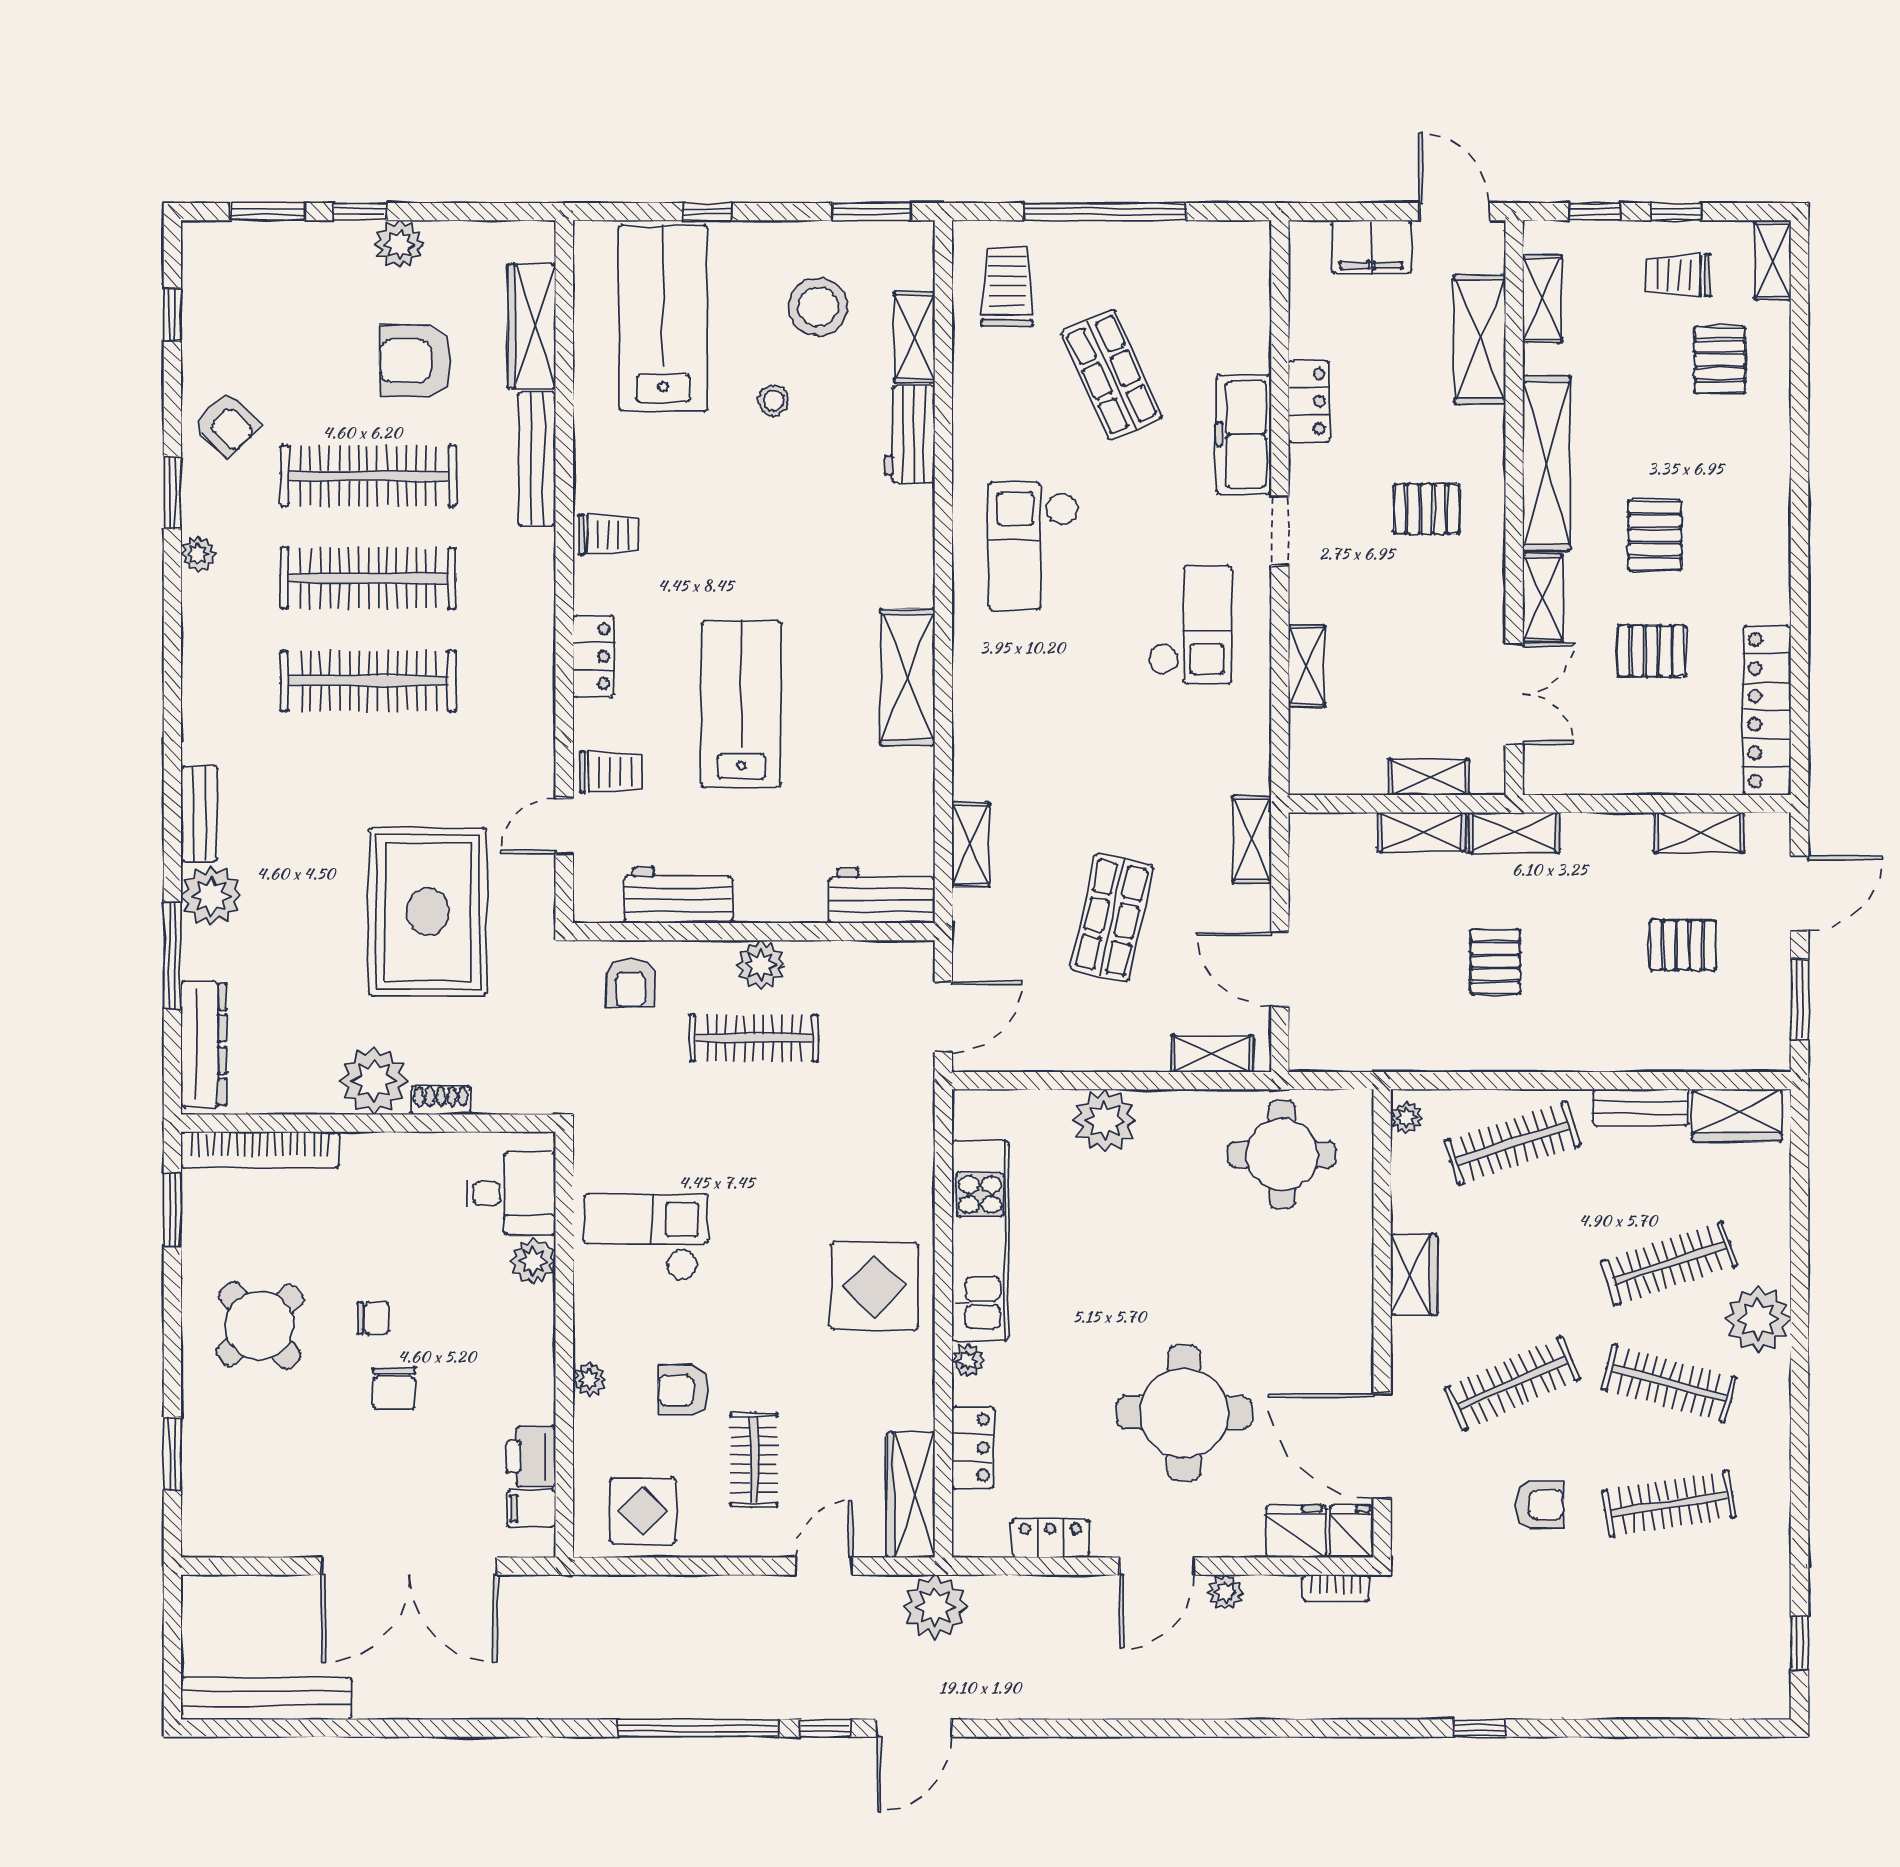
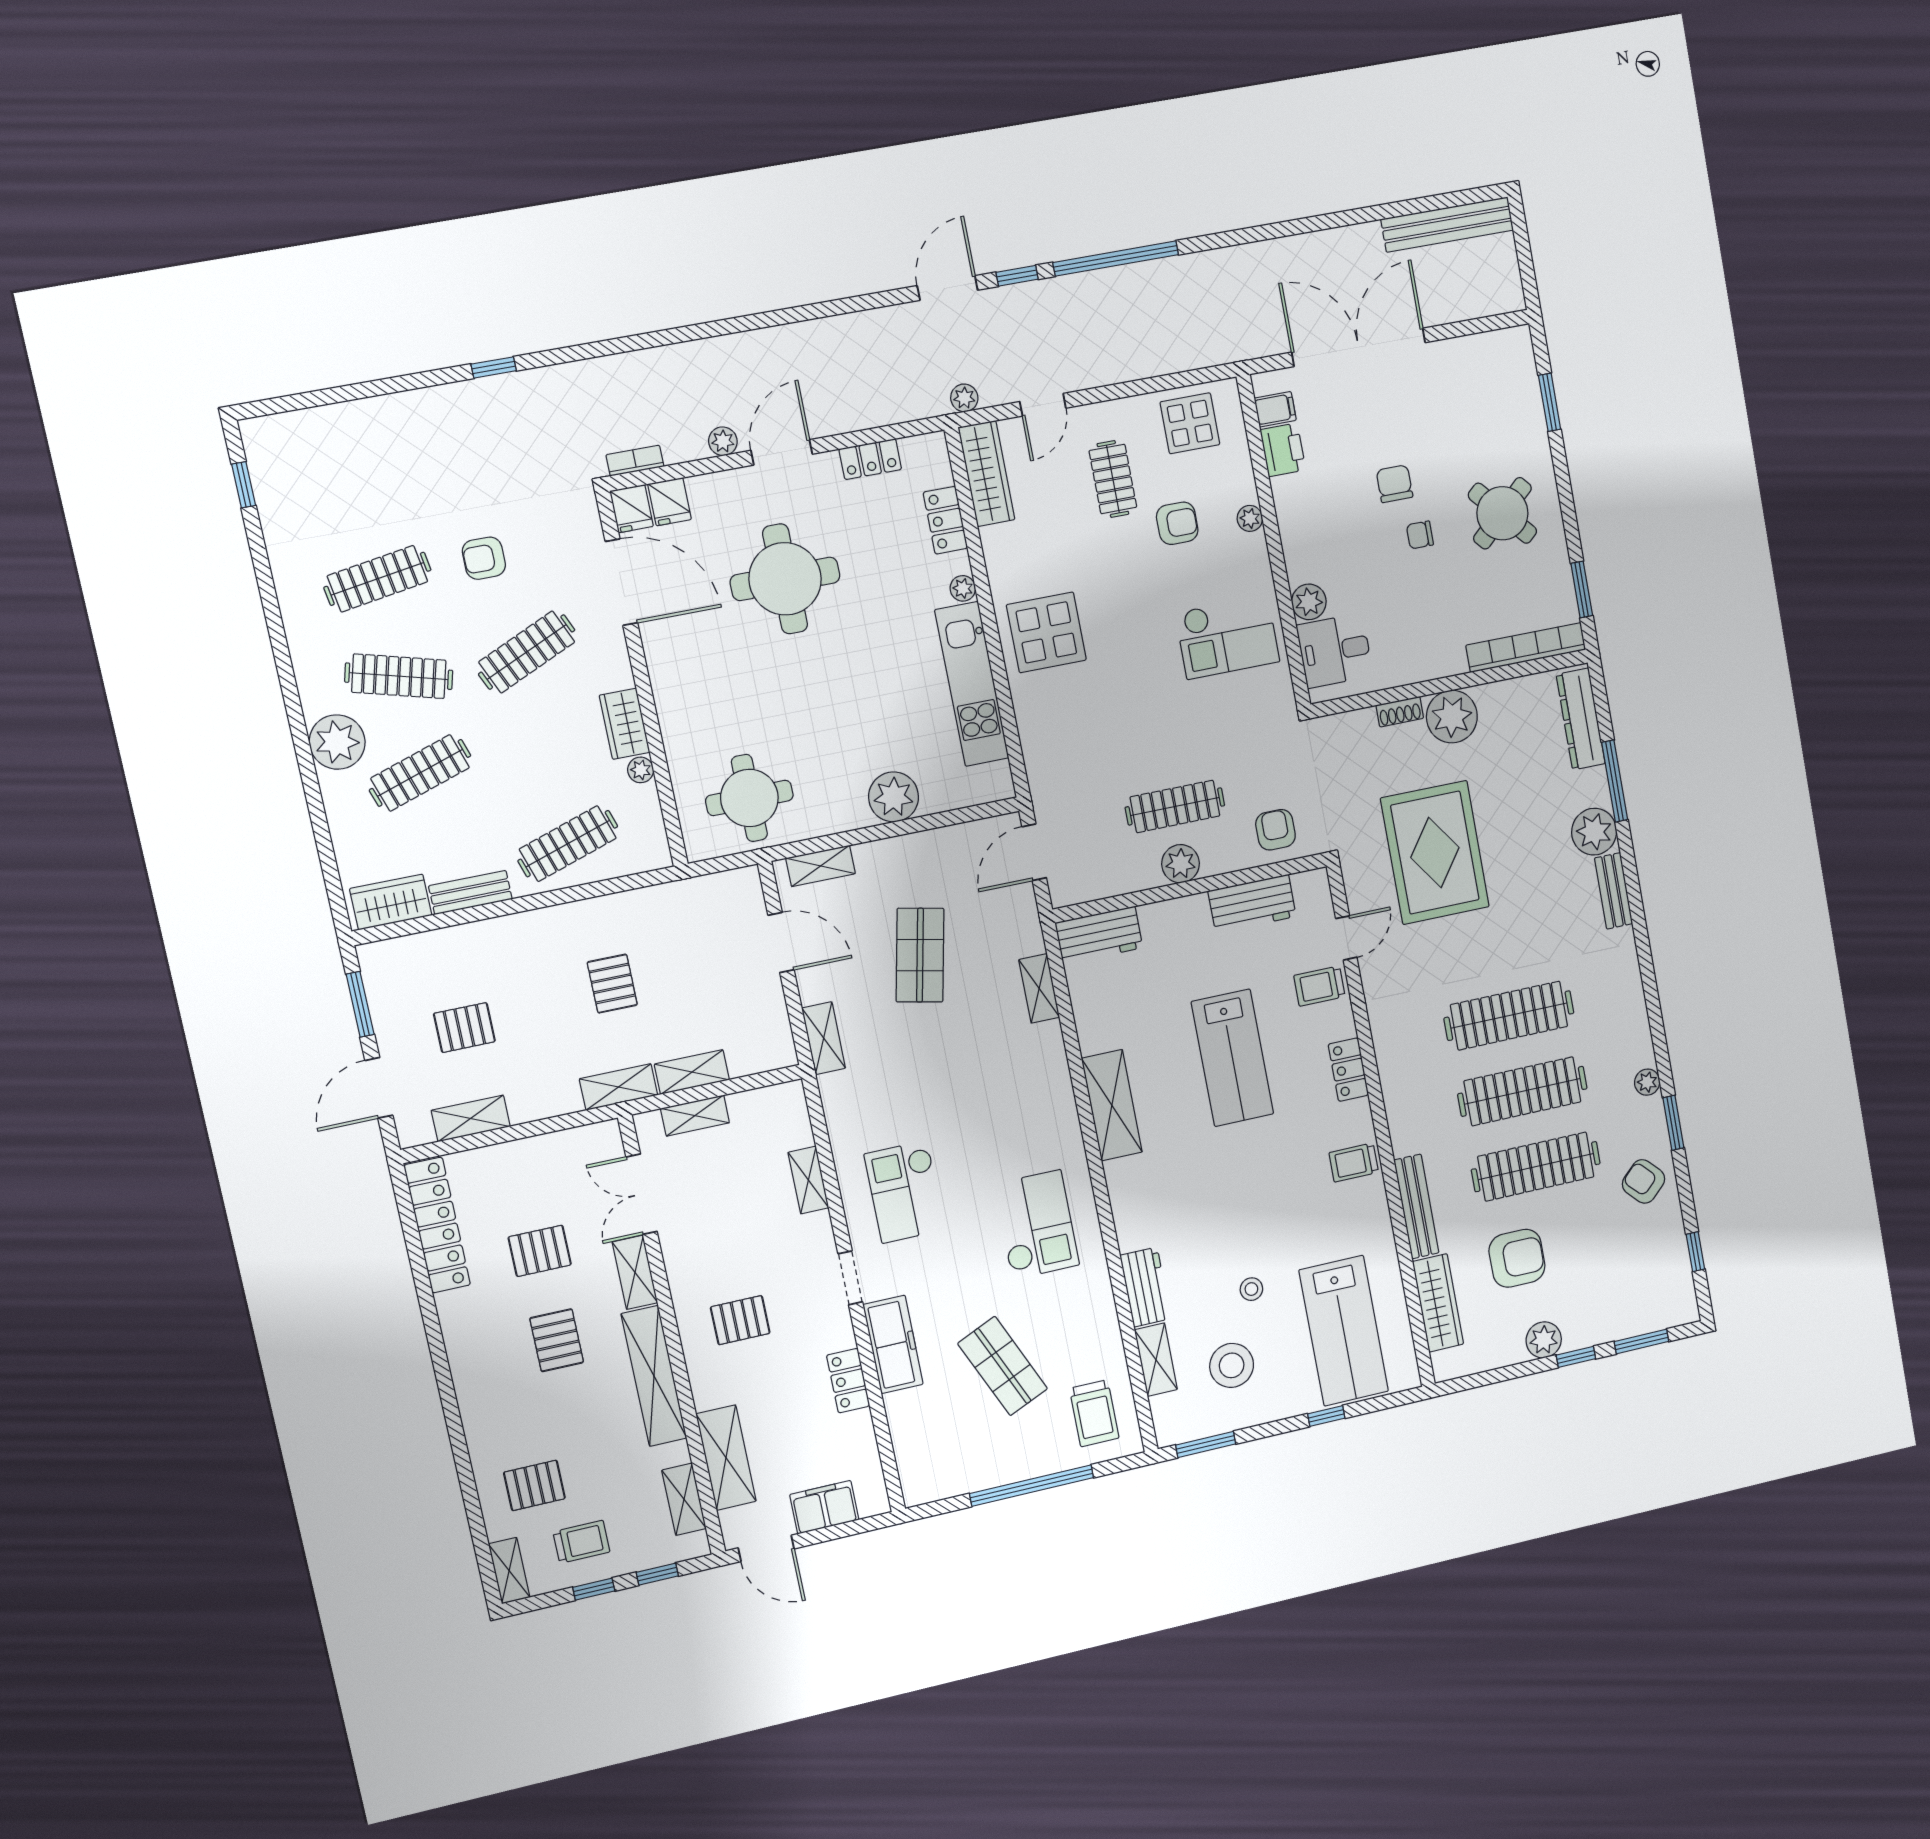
pallet: (1720, 360) -> (534, 1485), turned 90
plant: (1406, 1118) -> (641, 770), moved
fridge: (1296, 1532) -> (670, 502), width x0.72
plant: (935, 1607) -> (964, 398), width x0.53, depth x0.53

